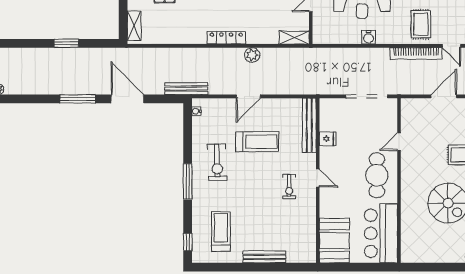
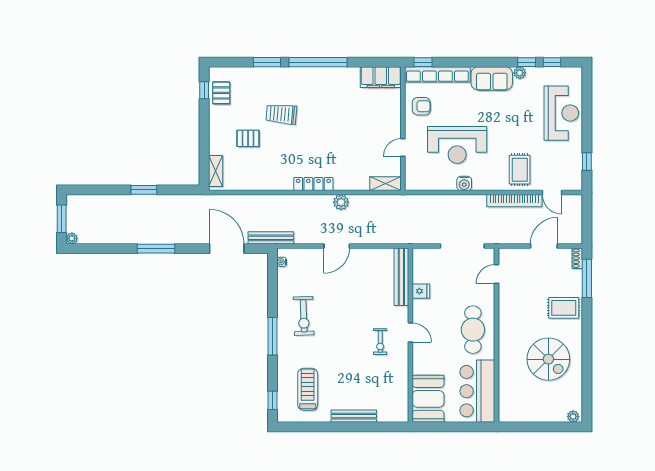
door: (127, 99) -> (227, 249), moved
treadmill: (257, 142) -> (346, 294), removed
door: (399, 142) -> (497, 274), moved

